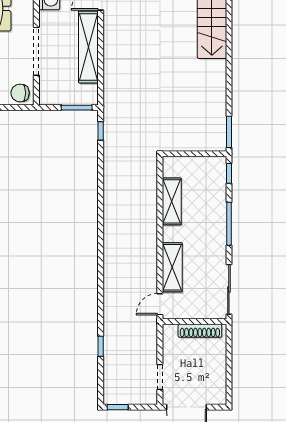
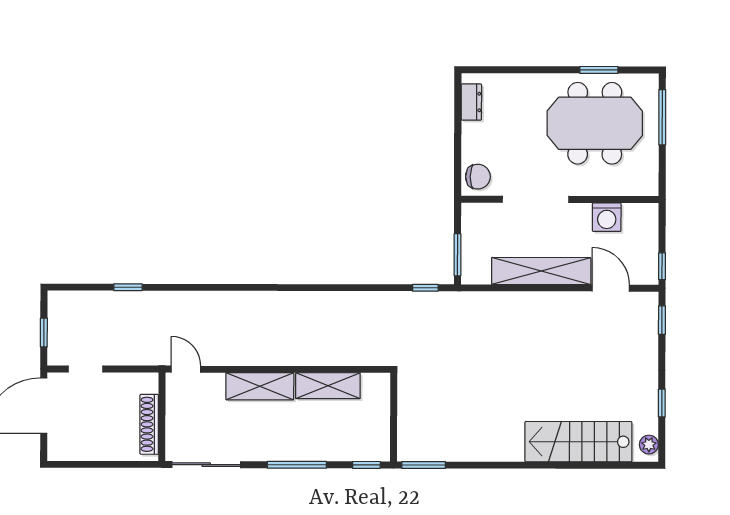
chair: (20, 93) -> (478, 177), turned 90
shelving: (172, 267) -> (260, 386), moved
window: (118, 407) -> (44, 333), moved

